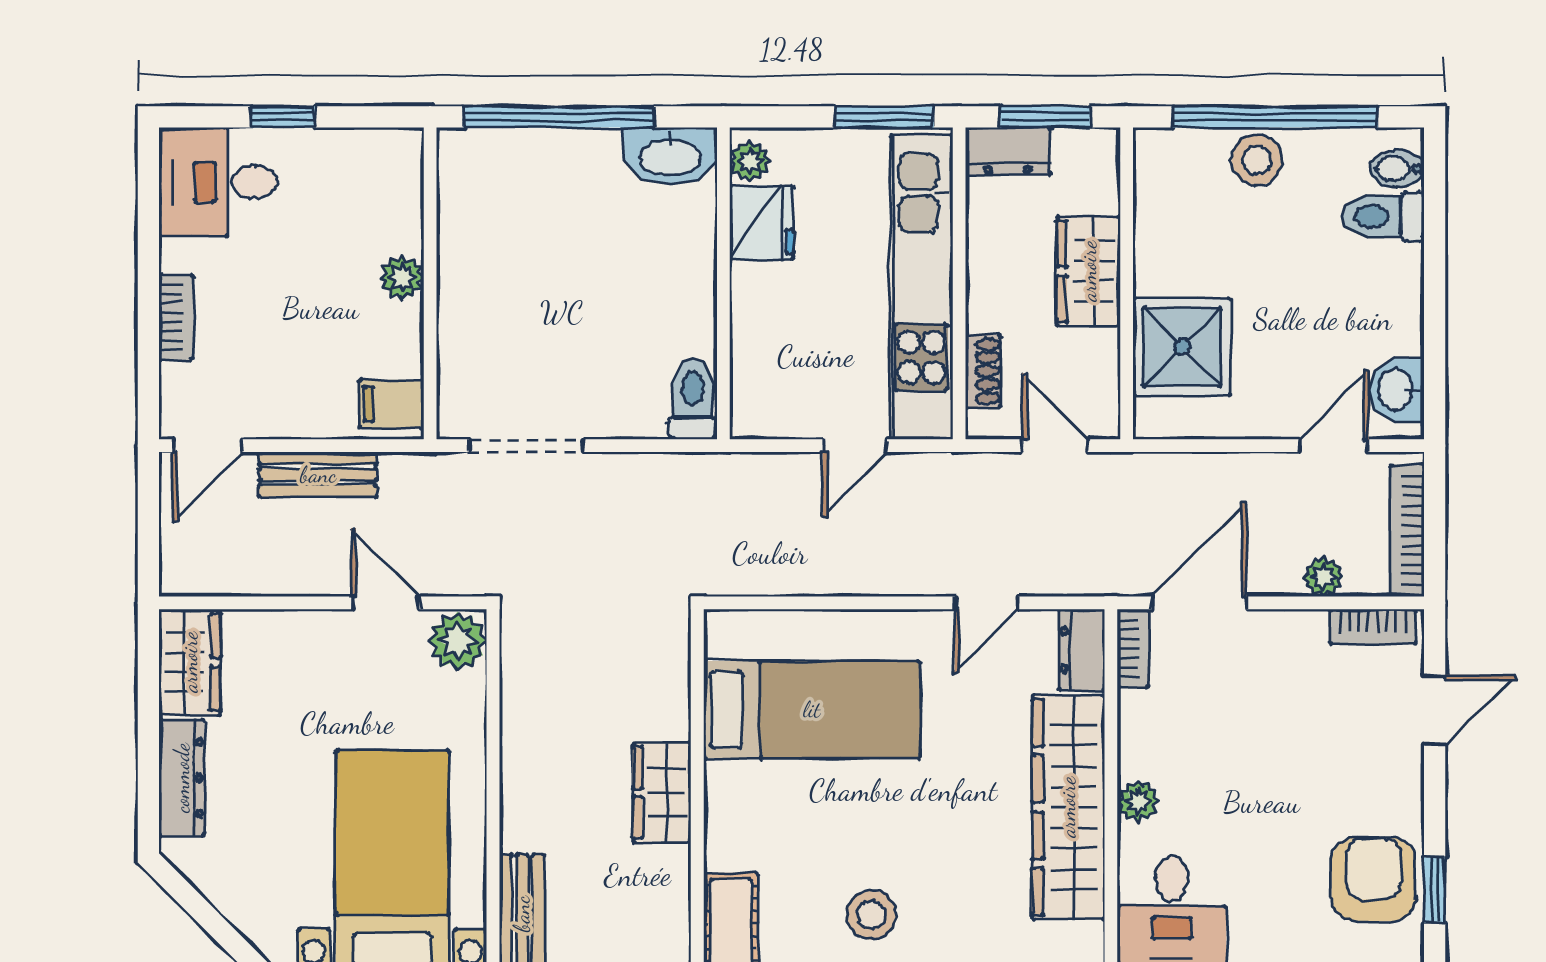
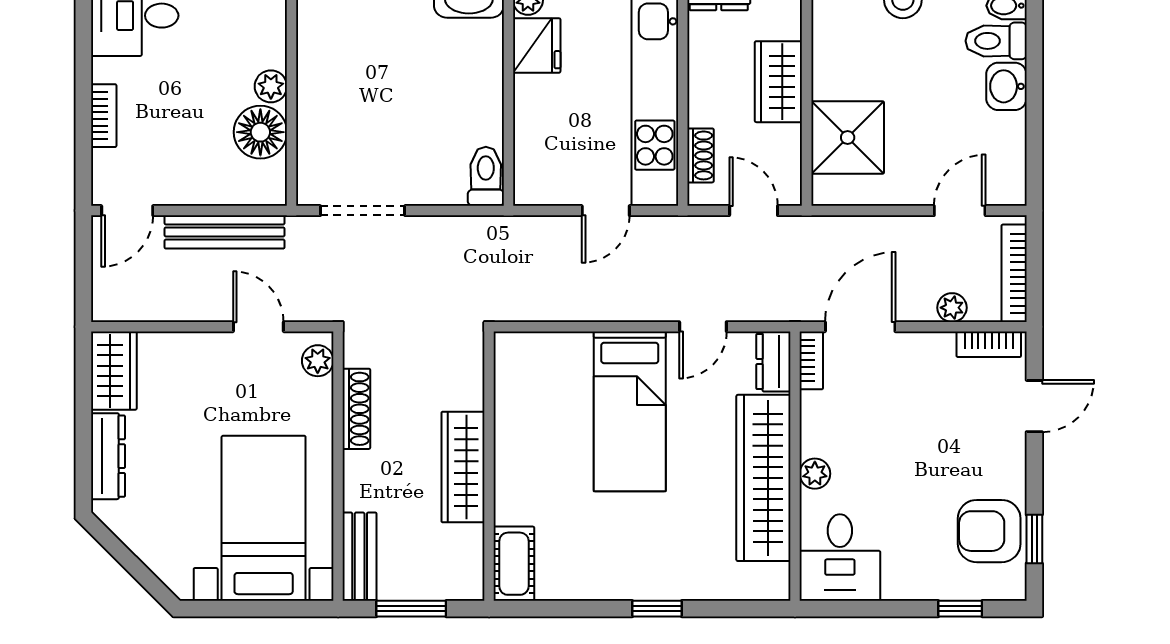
floor lamp: (388, 340) -> (260, 132), added
washbasin: (1397, 390) -> (1006, 86), moved
filing cabinet: (391, 404) -> (263, 180), removed
bench: (318, 475) -> (225, 232), width x1.36
plant: (458, 641) -> (318, 361), width x0.73, depth x0.73
bed: (812, 710) -> (630, 411), moved, turned 90
shoe rack: (518, 714) -> (356, 409), added
wardrobe: (662, 793) -> (463, 467), width x1.50
armchair: (1374, 879) -> (989, 531), turned -90
stool: (871, 915) -> (618, 558), removed

